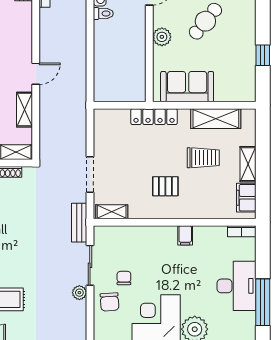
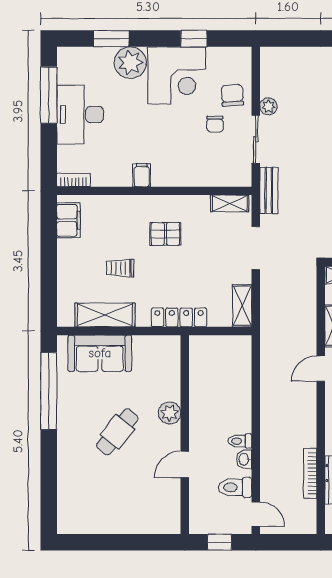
window: (263, 55) -> (49, 391), width x3.17
sofa: (187, 87) -> (100, 353), moved
trolley: (203, 158) -> (120, 268), width x0.73, depth x0.72
shelving: (248, 164) -> (242, 306), moved

